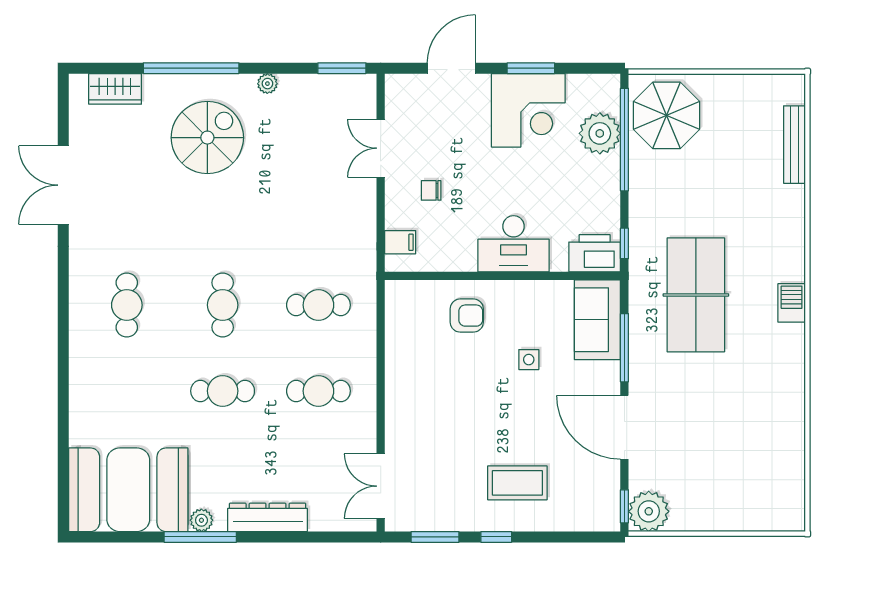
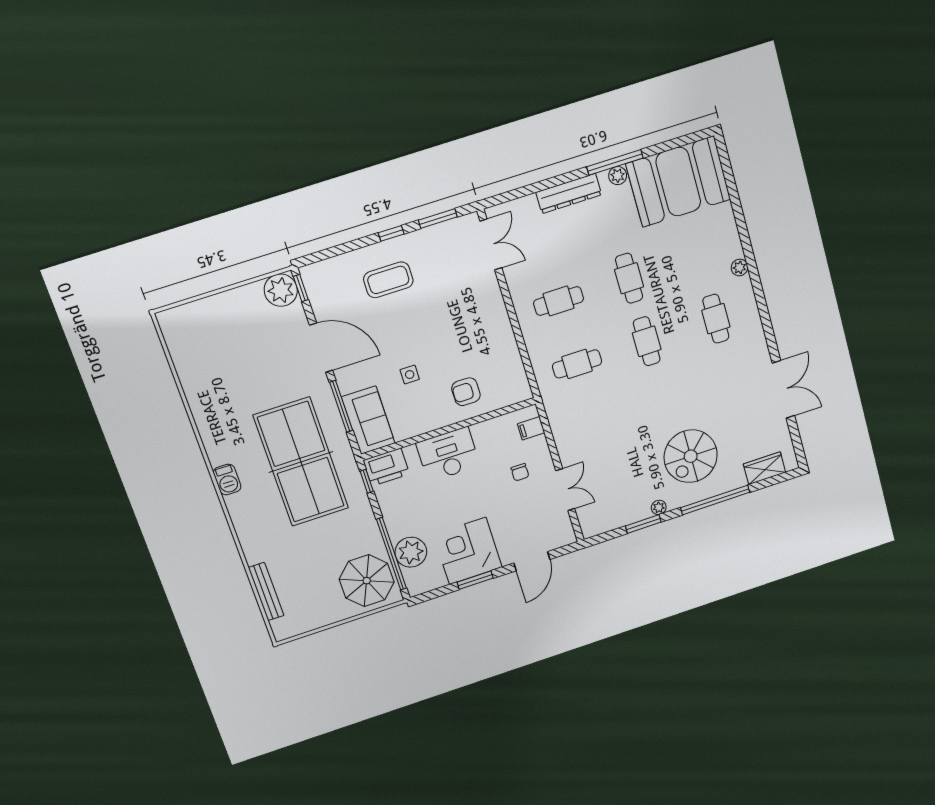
window: (342, 68) -> (643, 524), moved
chair: (431, 190) -> (520, 472), turned 90
table tennis table: (696, 295) -> (301, 462), width x1.36, depth x1.32
plant: (79, 360) -> (740, 267), added
cafe table: (223, 391) -> (629, 278), turned 90

